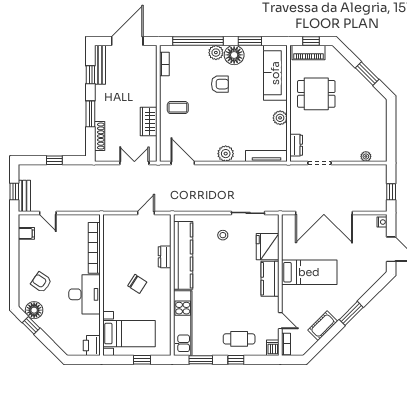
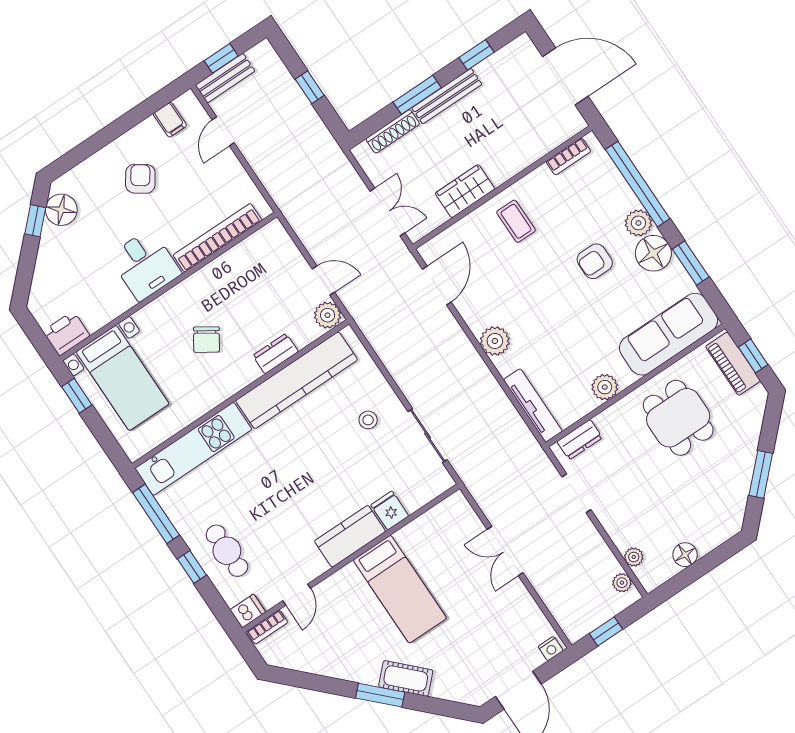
bench: (100, 65) -> (447, 96), moved
armchair: (220, 84) -> (595, 261), turned 90
floor lamp: (380, 132) -> (685, 555), added
plant: (374, 170) -> (622, 583), added
double door: (324, 213) -> (505, 551), width x0.54
plant: (163, 222) -> (328, 315), added
fridge: (268, 247) -> (390, 510), width x0.53, depth x0.75
armchair: (41, 282) -> (140, 179), moved
desk: (85, 294) -> (145, 265), width x0.73
cot: (323, 326) -> (406, 678), moved
window: (142, 360) -> (77, 396), moved
window: (201, 360) -> (156, 514), width x1.44

